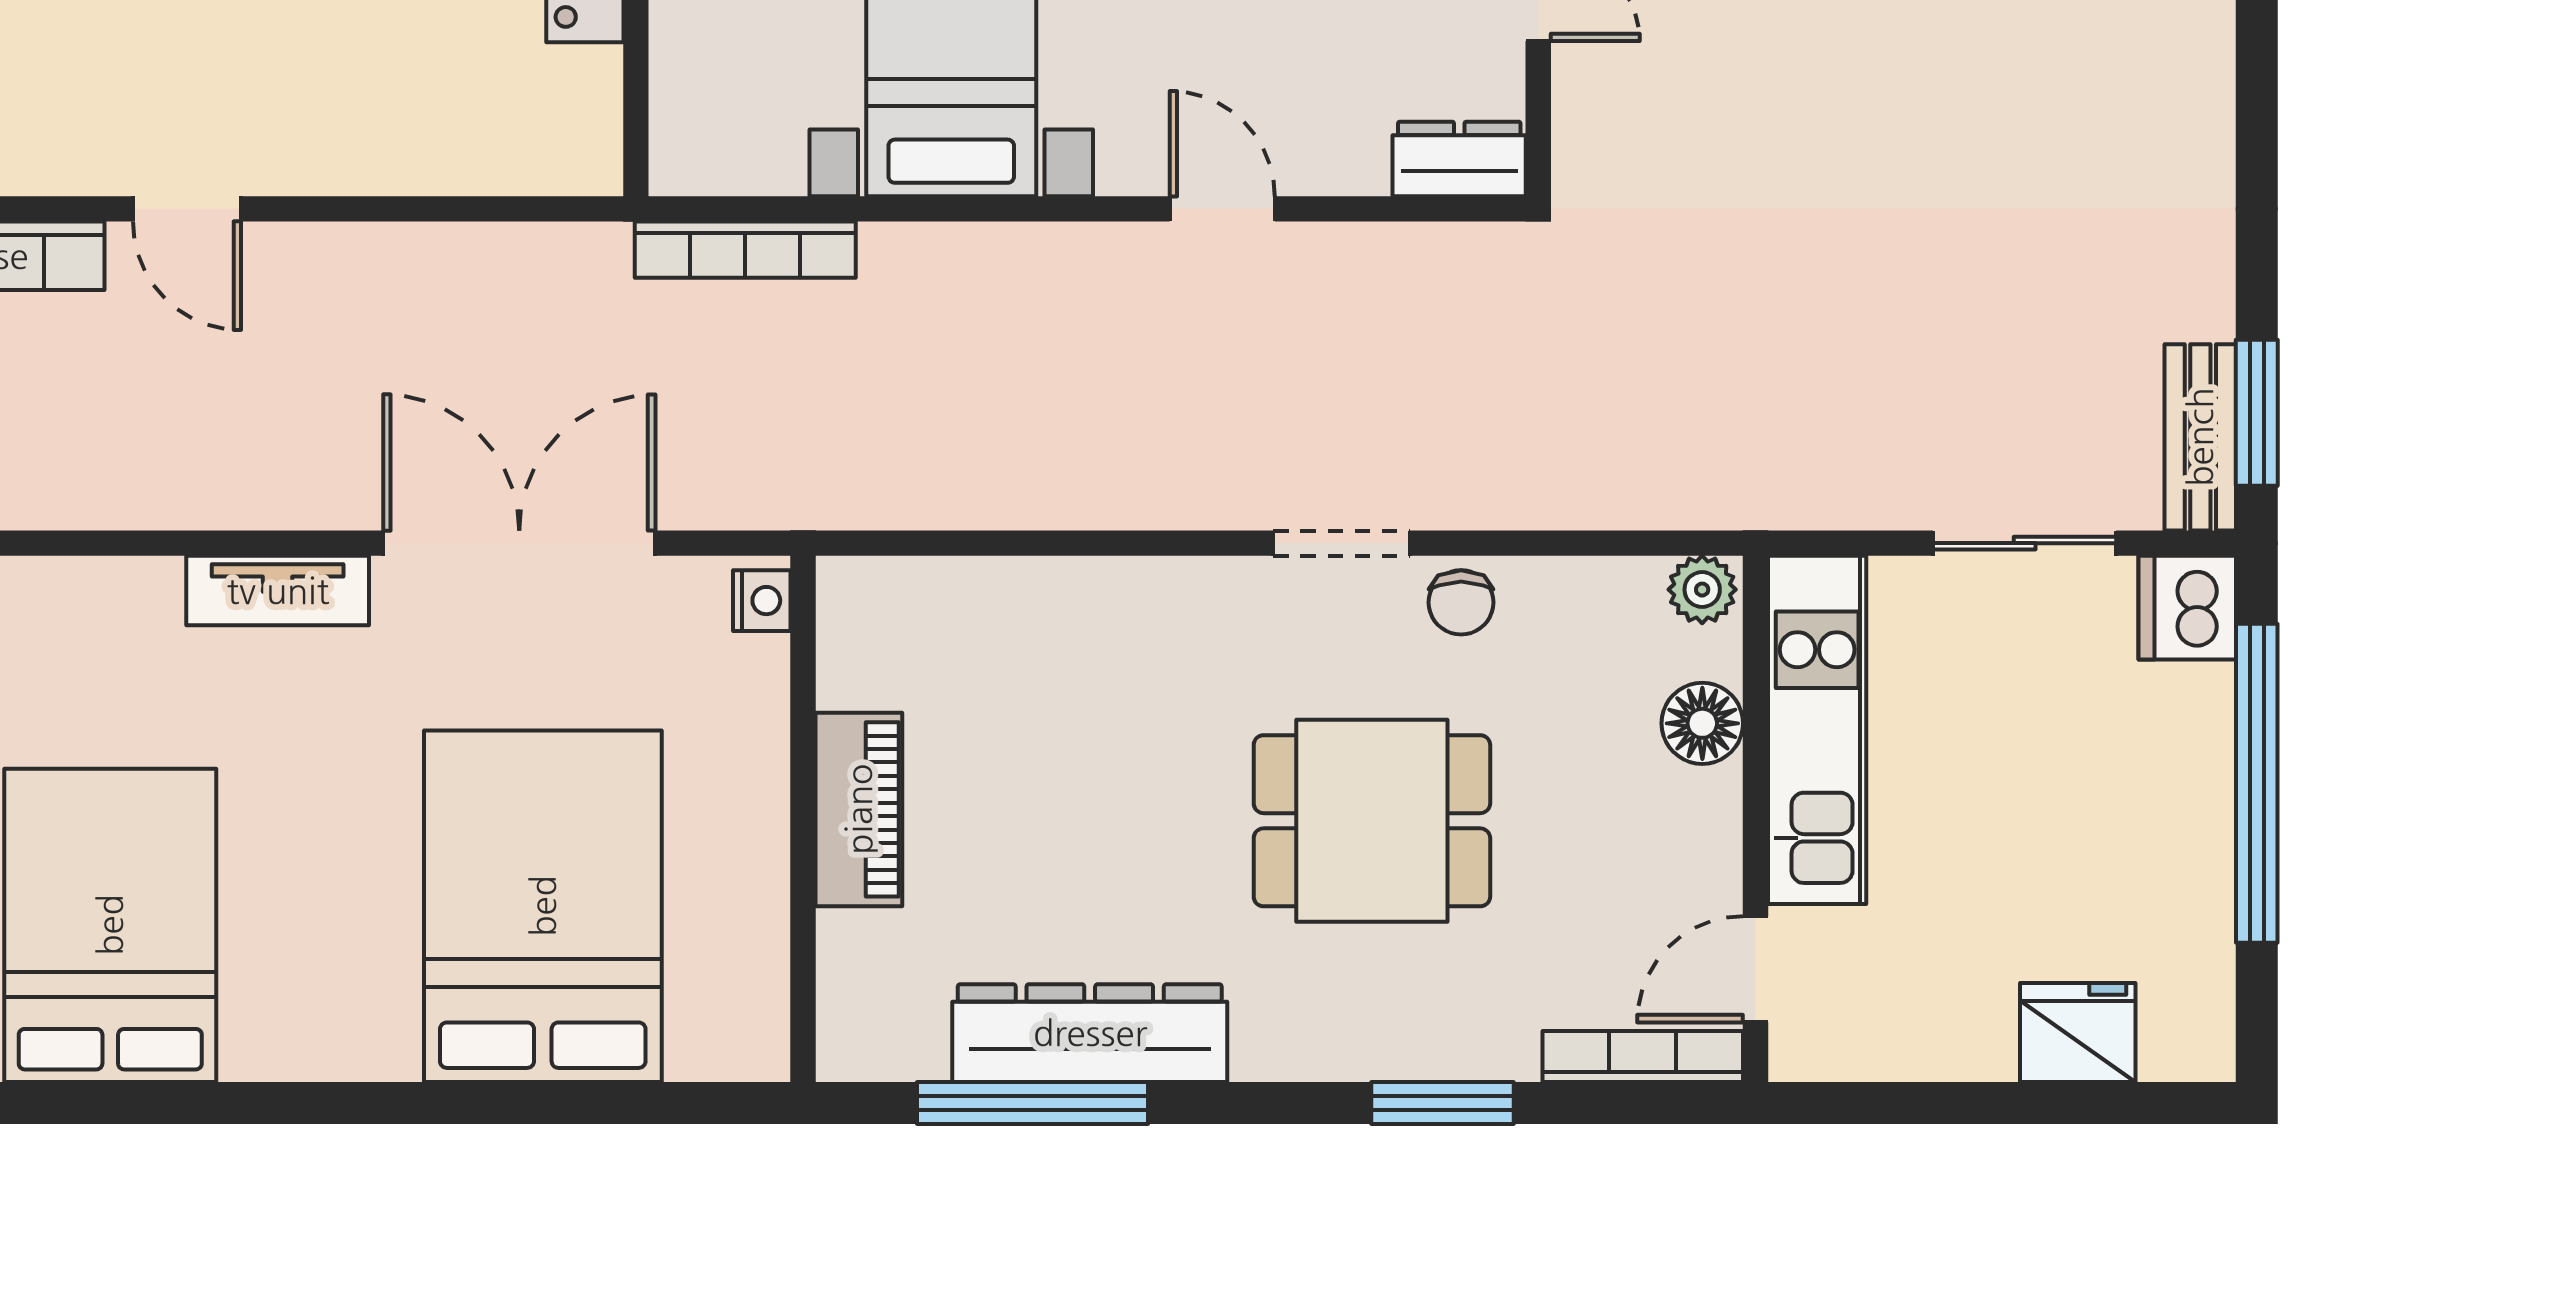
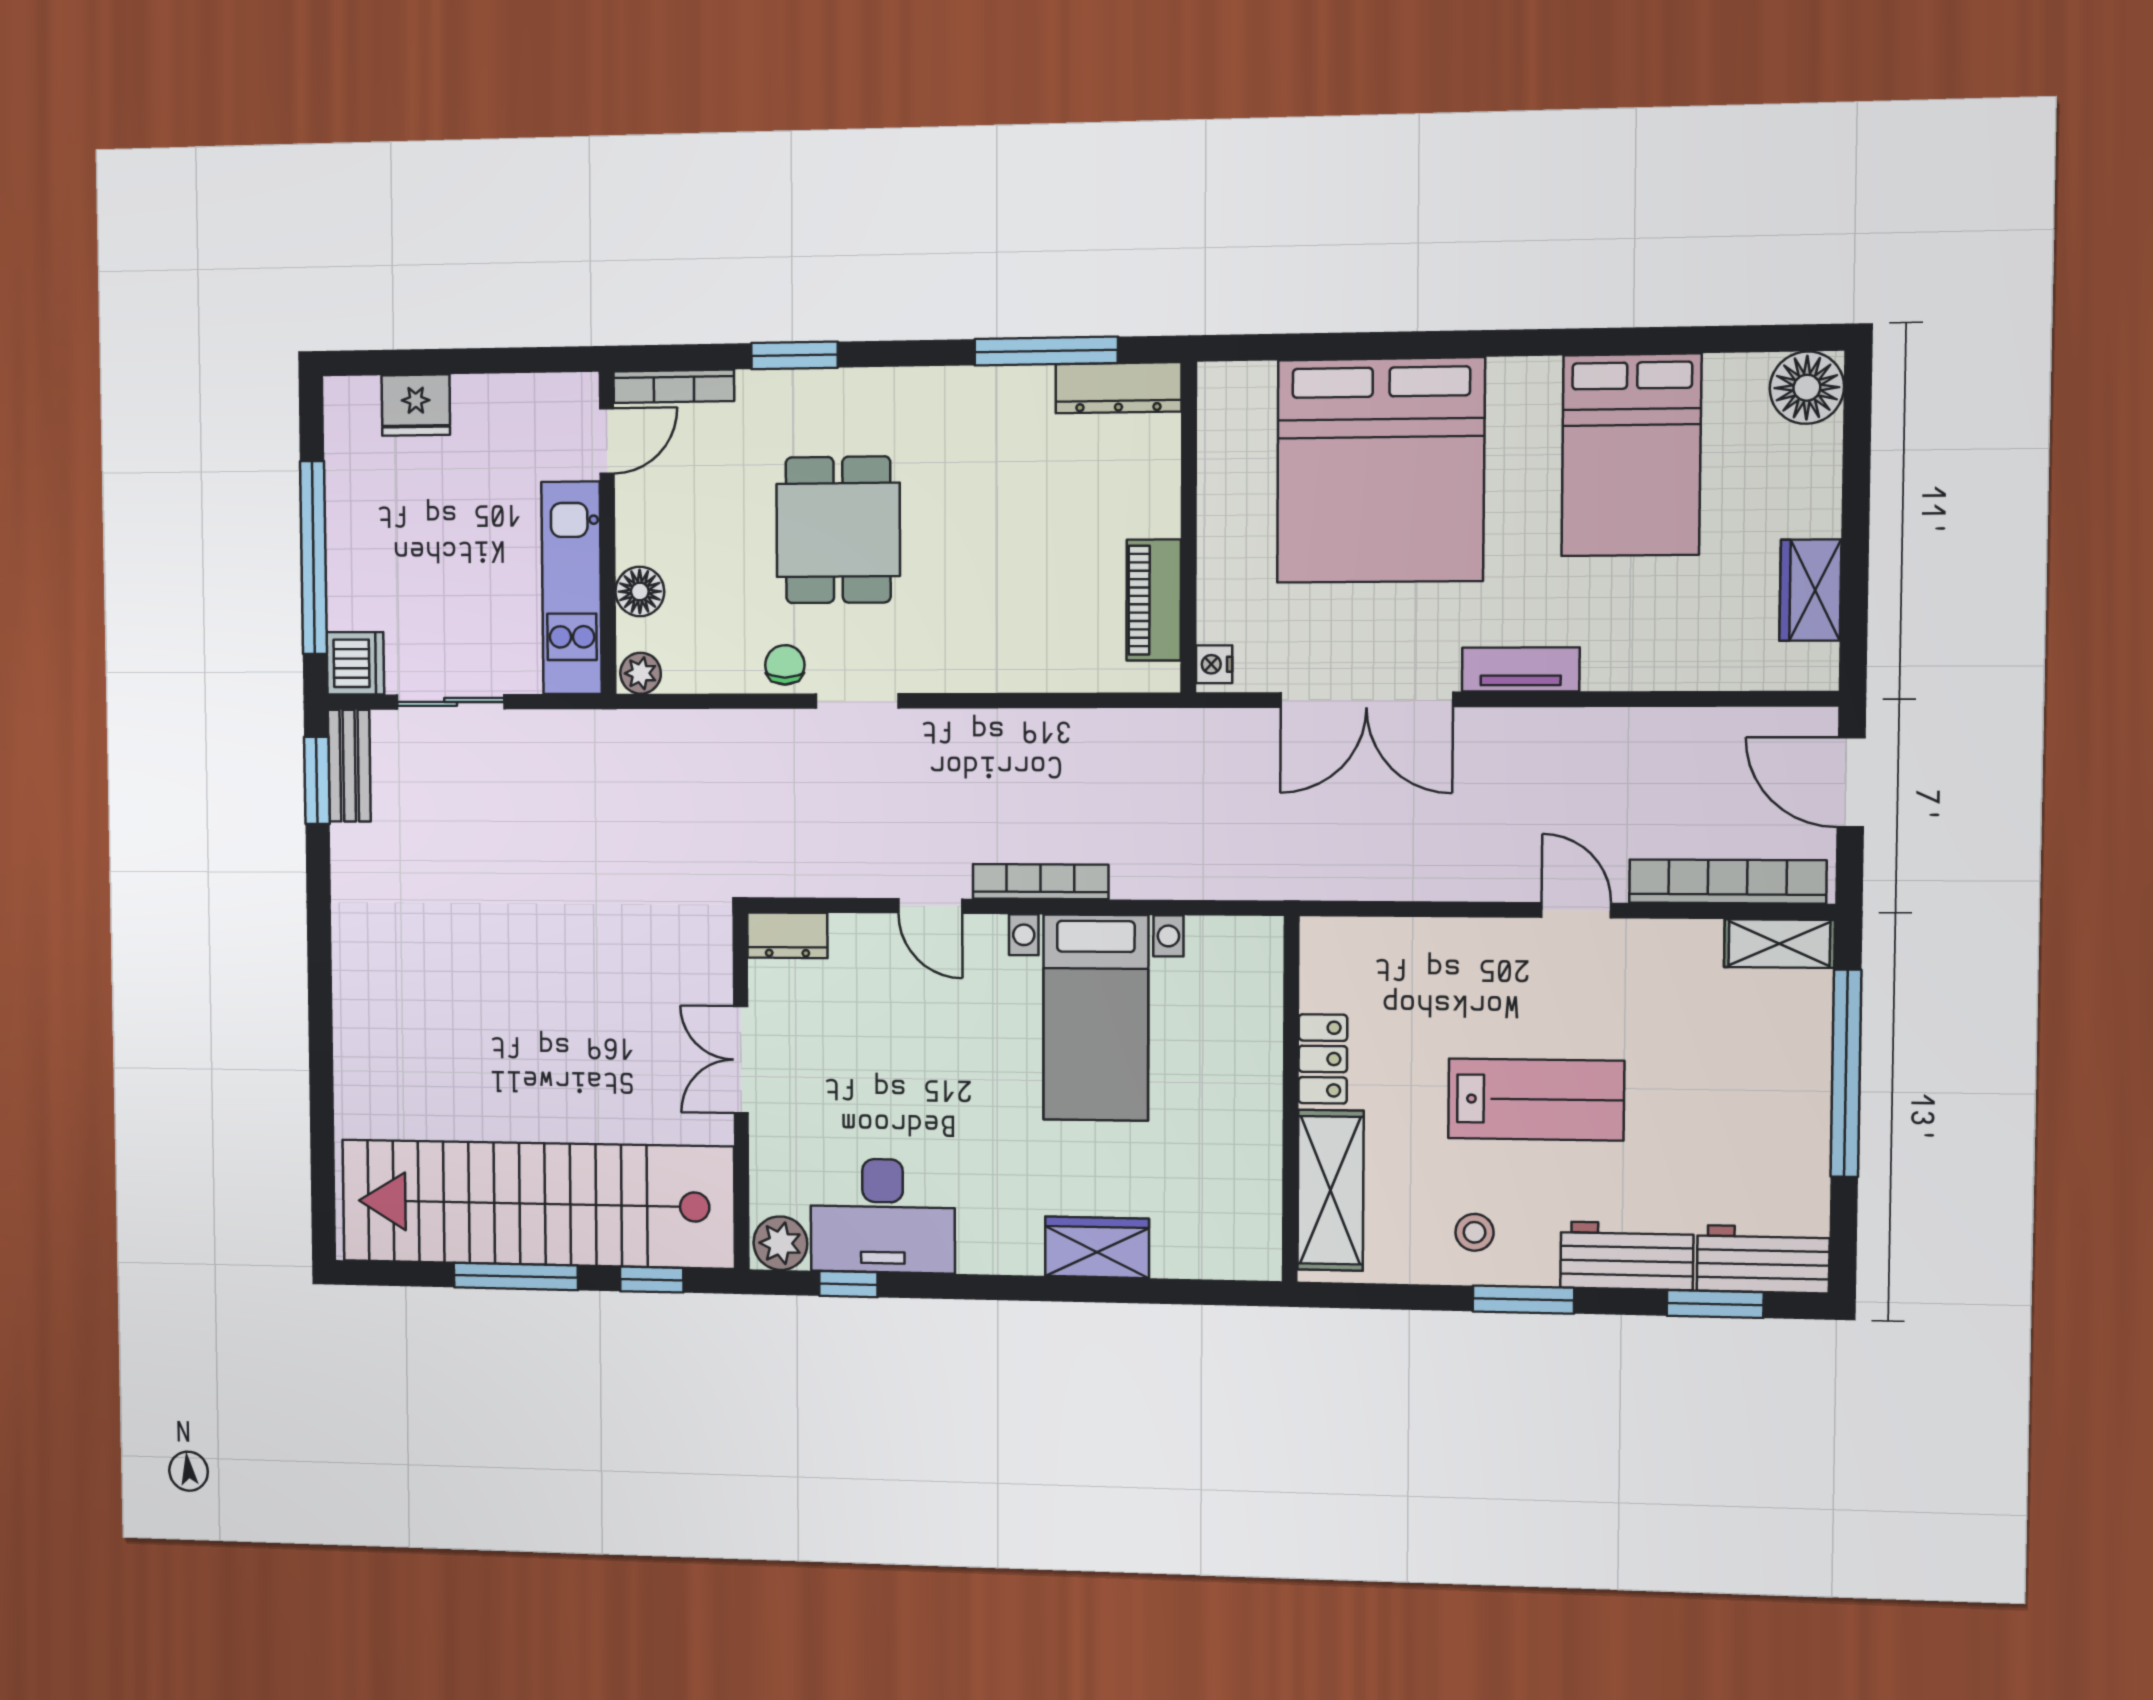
bookcase: (745, 250) -> (1041, 882), moved
piano: (859, 809) -> (1154, 600), moved
dining table: (1372, 821) -> (838, 530), turned 90
bed: (543, 906) -> (1381, 470), width x1.36
dresser: (1090, 1033) -> (1118, 388), moved, width x0.73, depth x0.80

